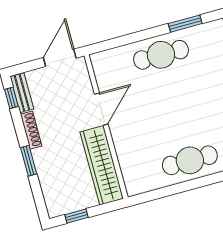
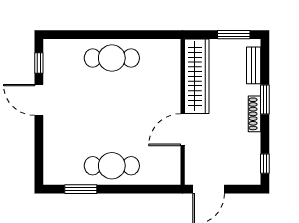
bench: (22, 93) -> (254, 65), moved
shoe rack: (31, 130) -> (255, 114), moved
window: (77, 216) -> (234, 35), width x1.50

